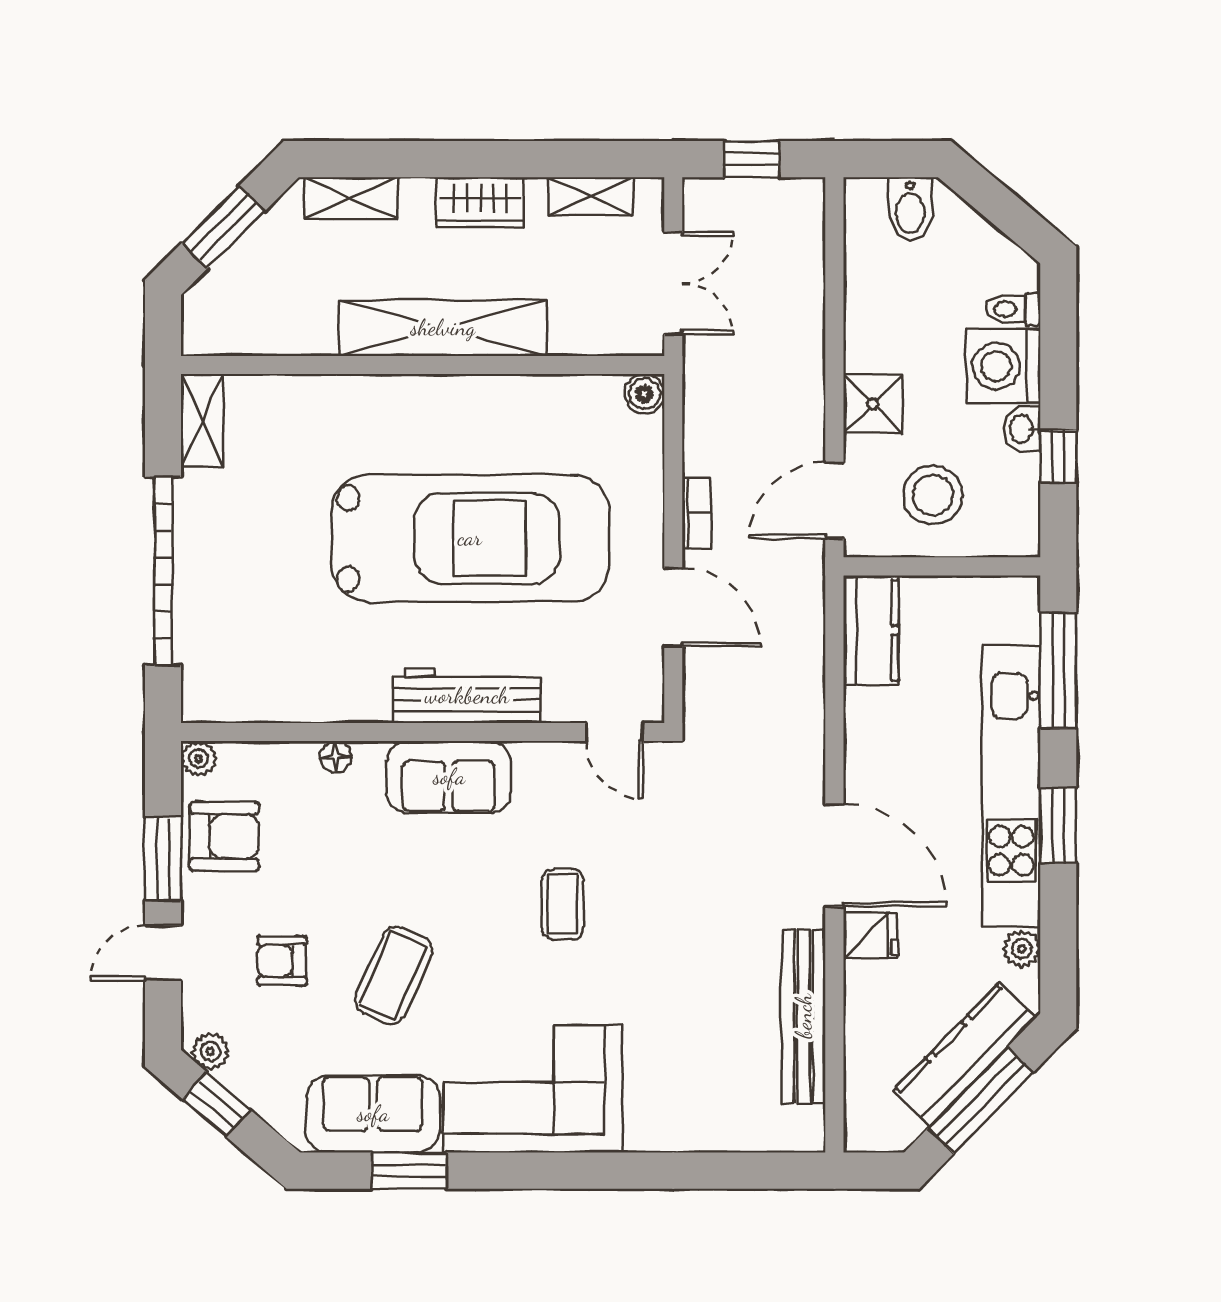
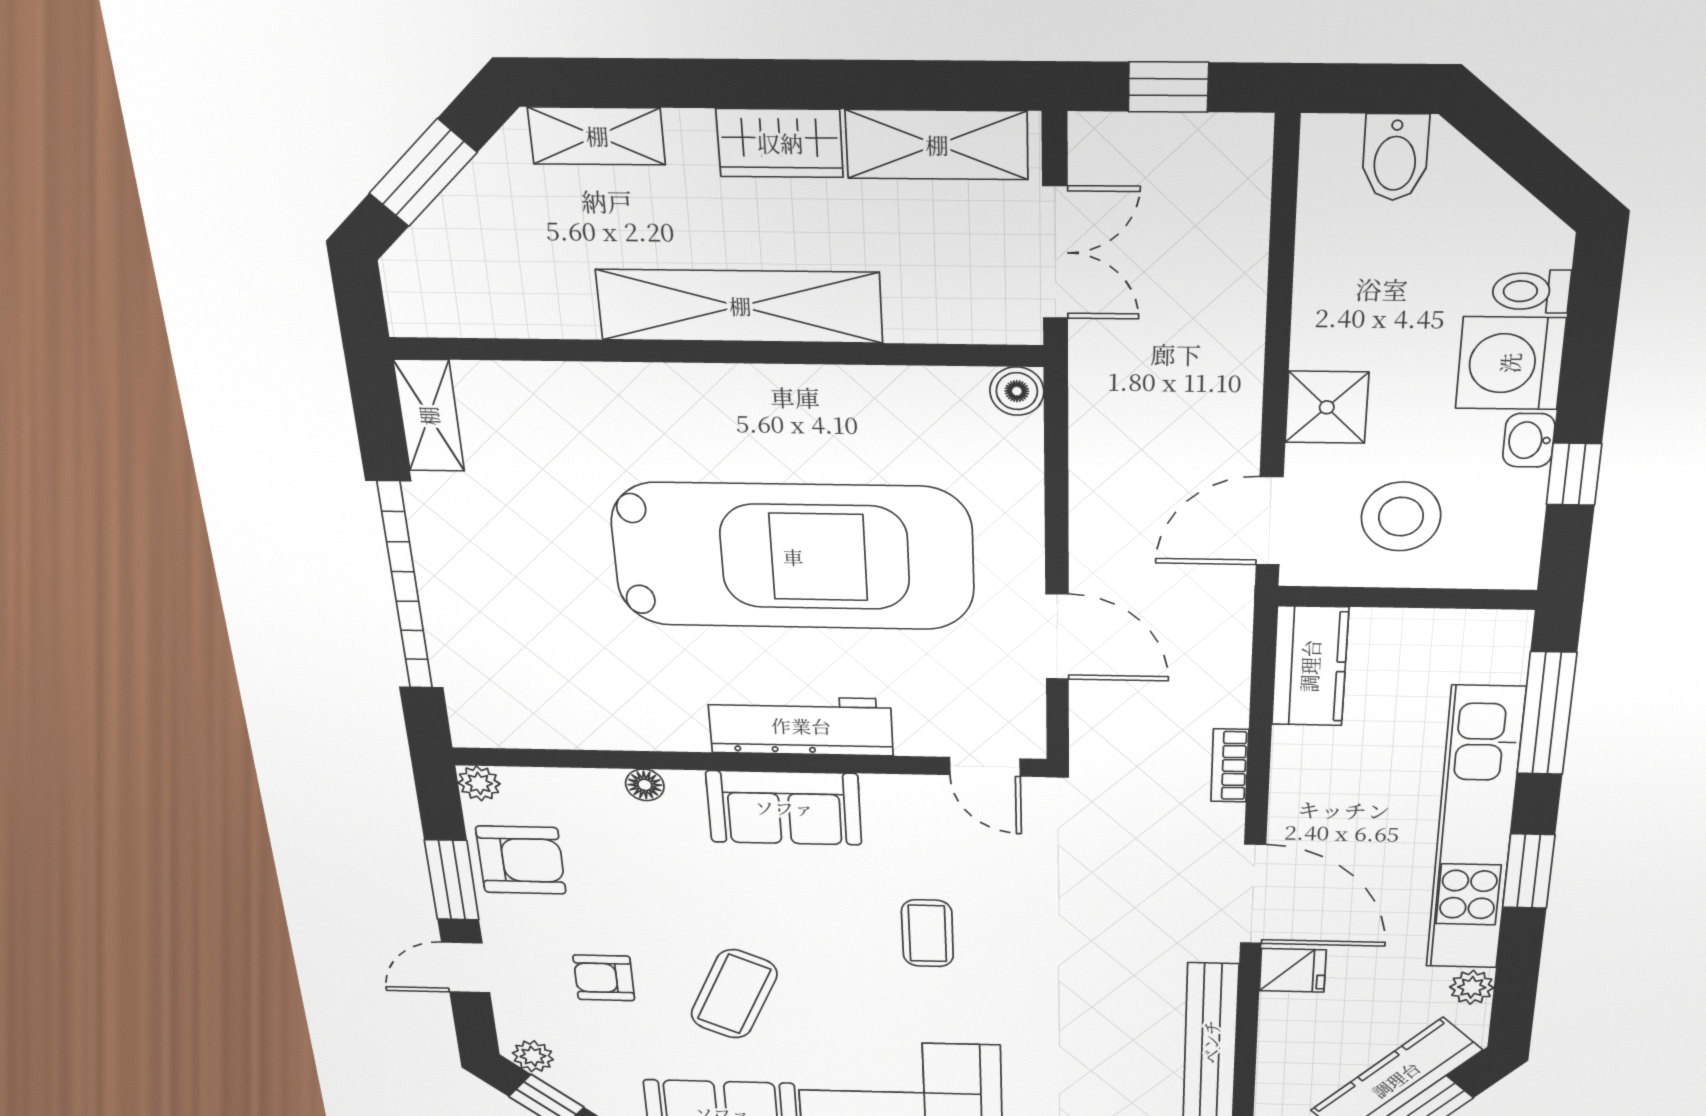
shelving: (591, 196) -> (937, 145), width x1.50, depth x1.33
bookcase: (696, 513) -> (1230, 766), moved, turned 180

